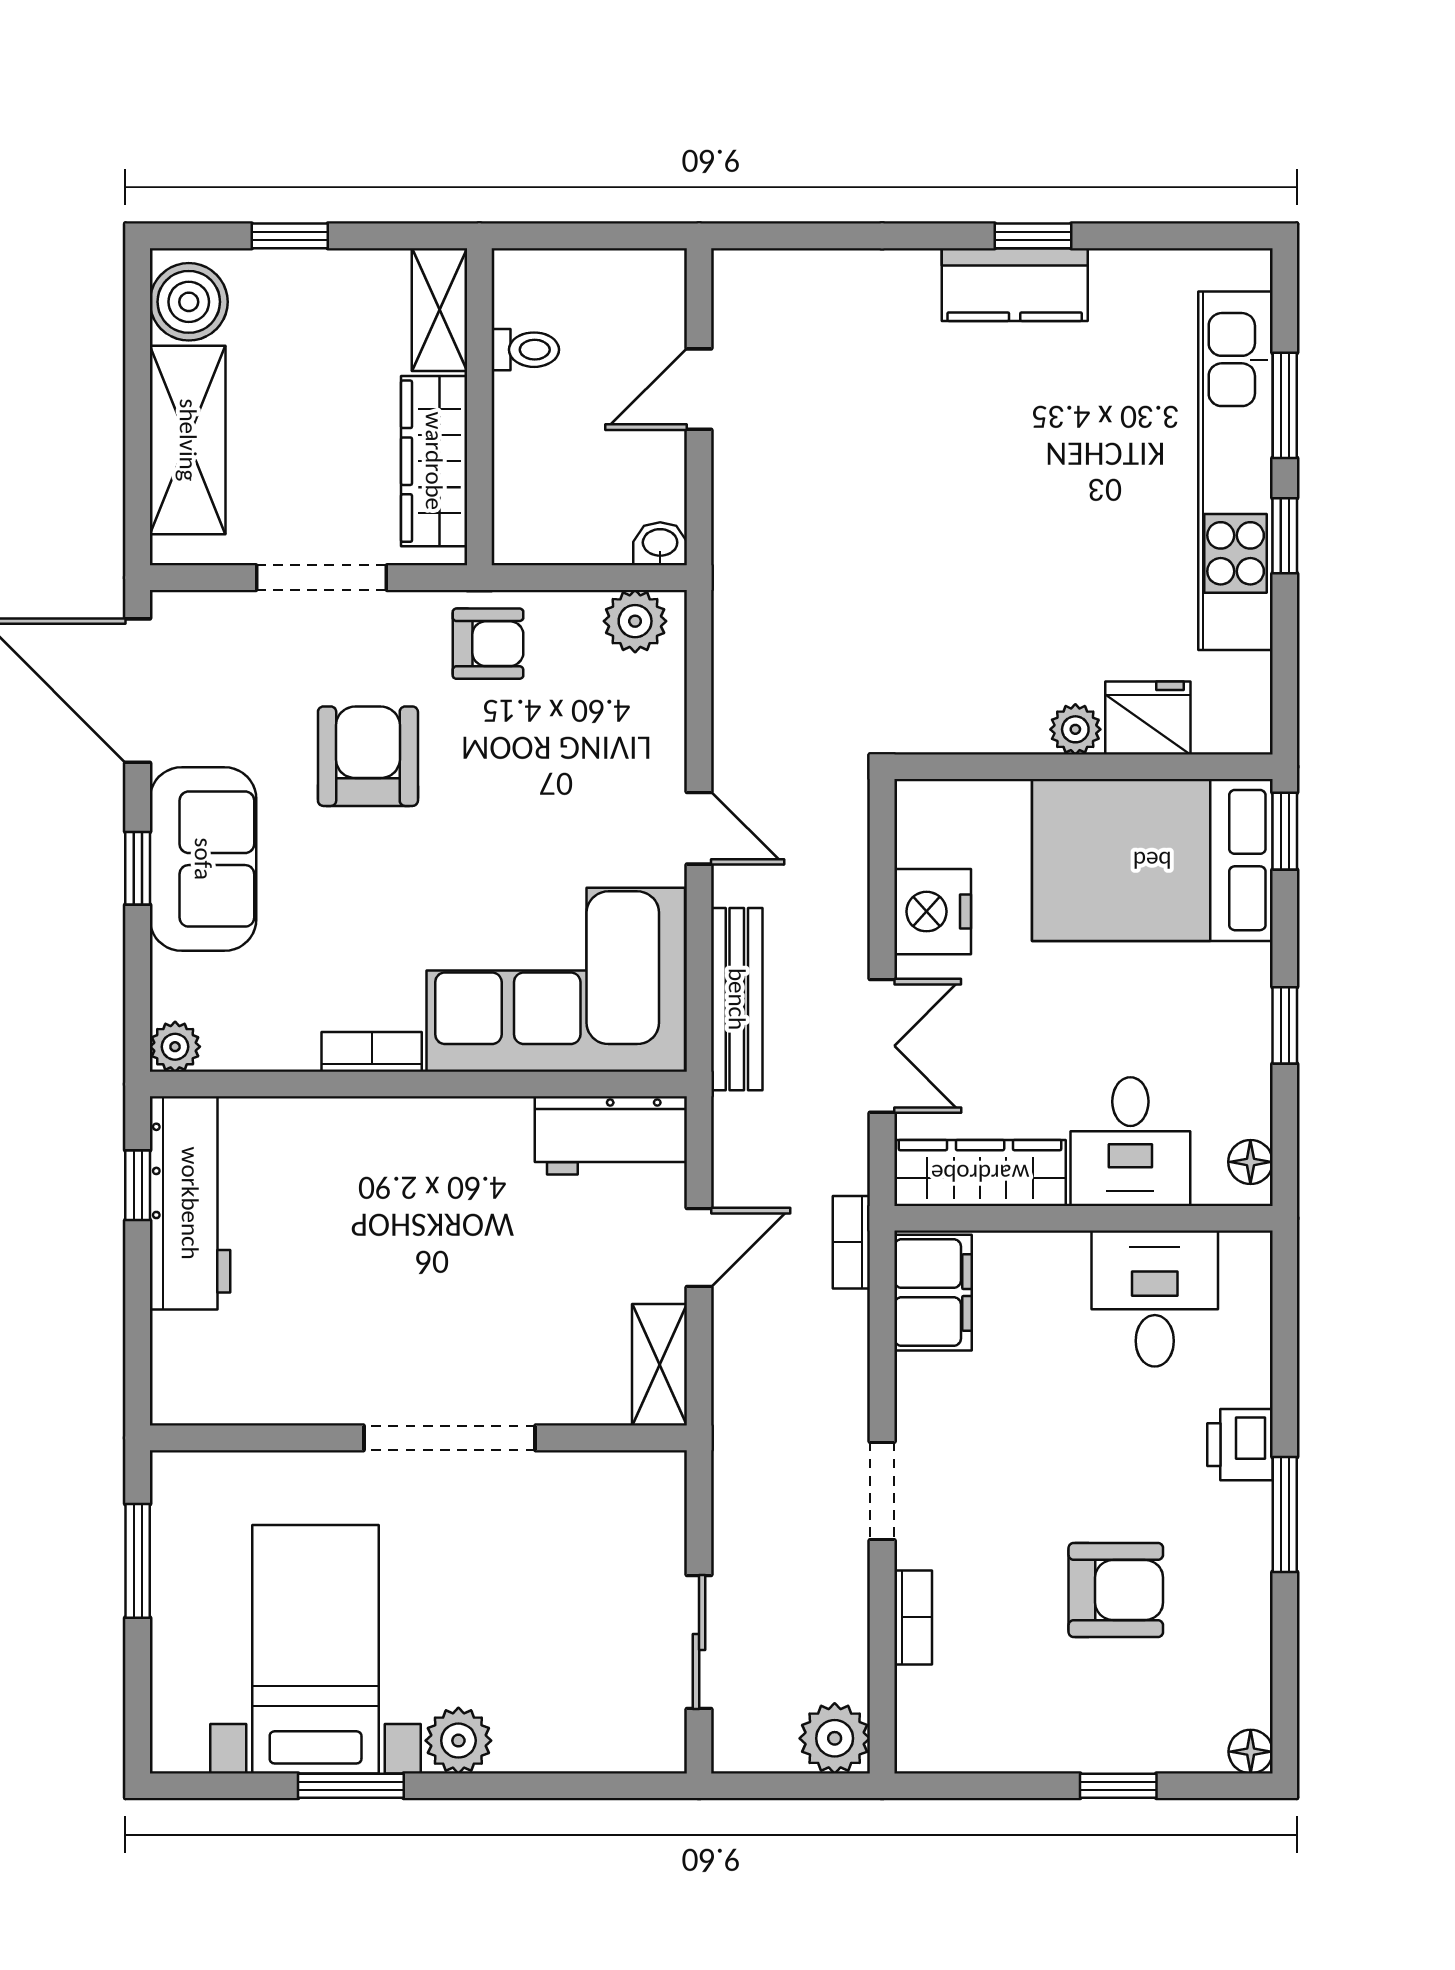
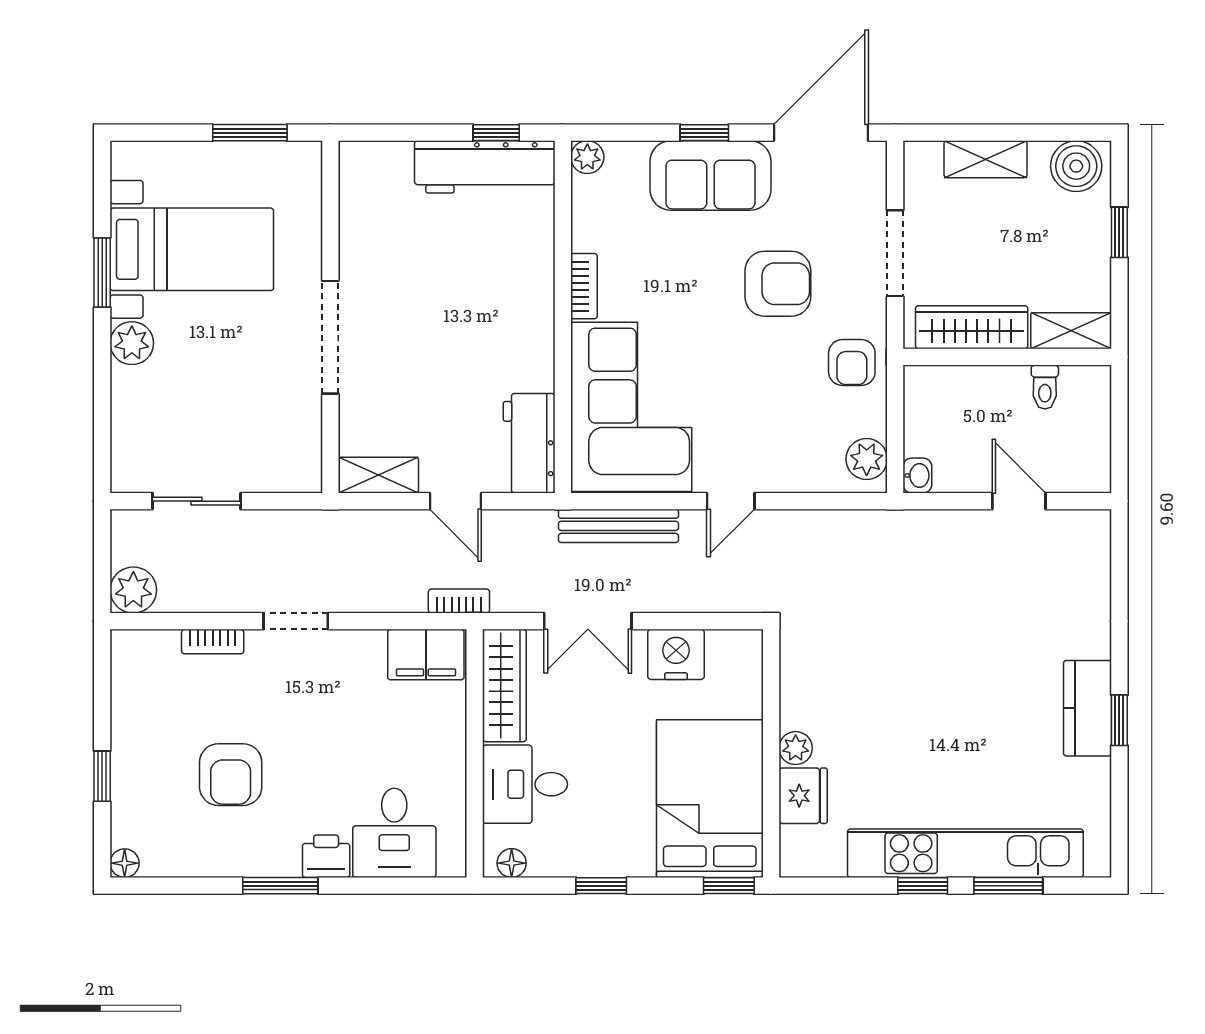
shelving: (188, 440) -> (986, 159), width x0.67, depth x0.75
desk: (1155, 1299) -> (394, 833), moved, turned 90

